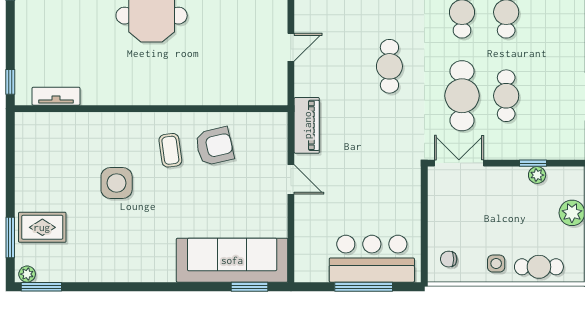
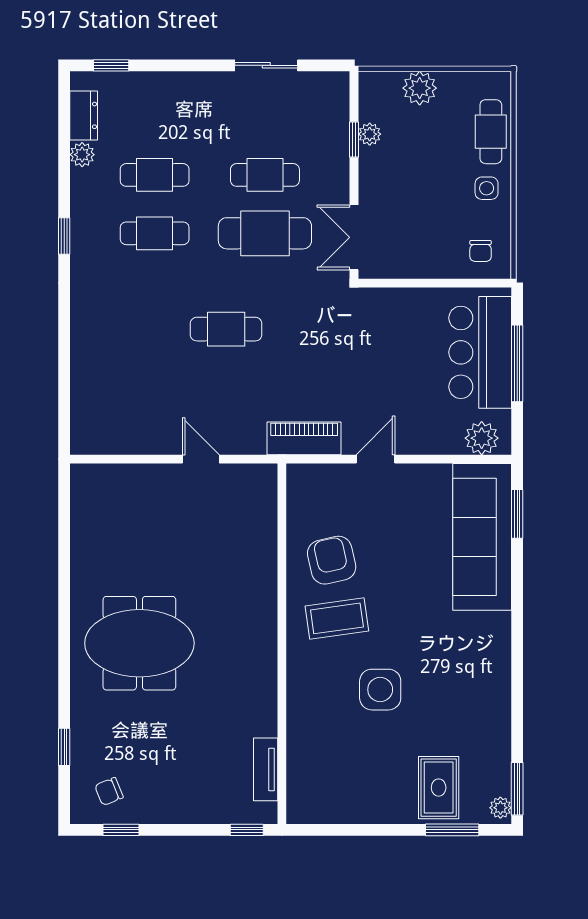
coffee table: (170, 150) -> (337, 618), width x1.36, depth x1.30
plant: (307, 260) -> (482, 438), added

